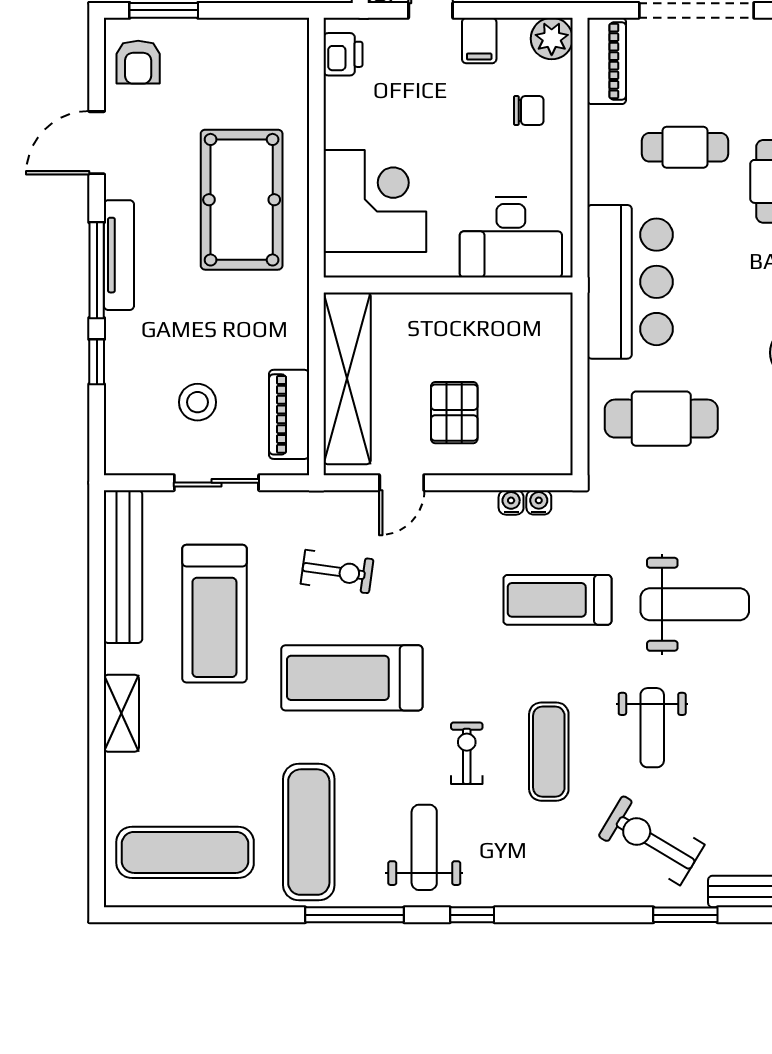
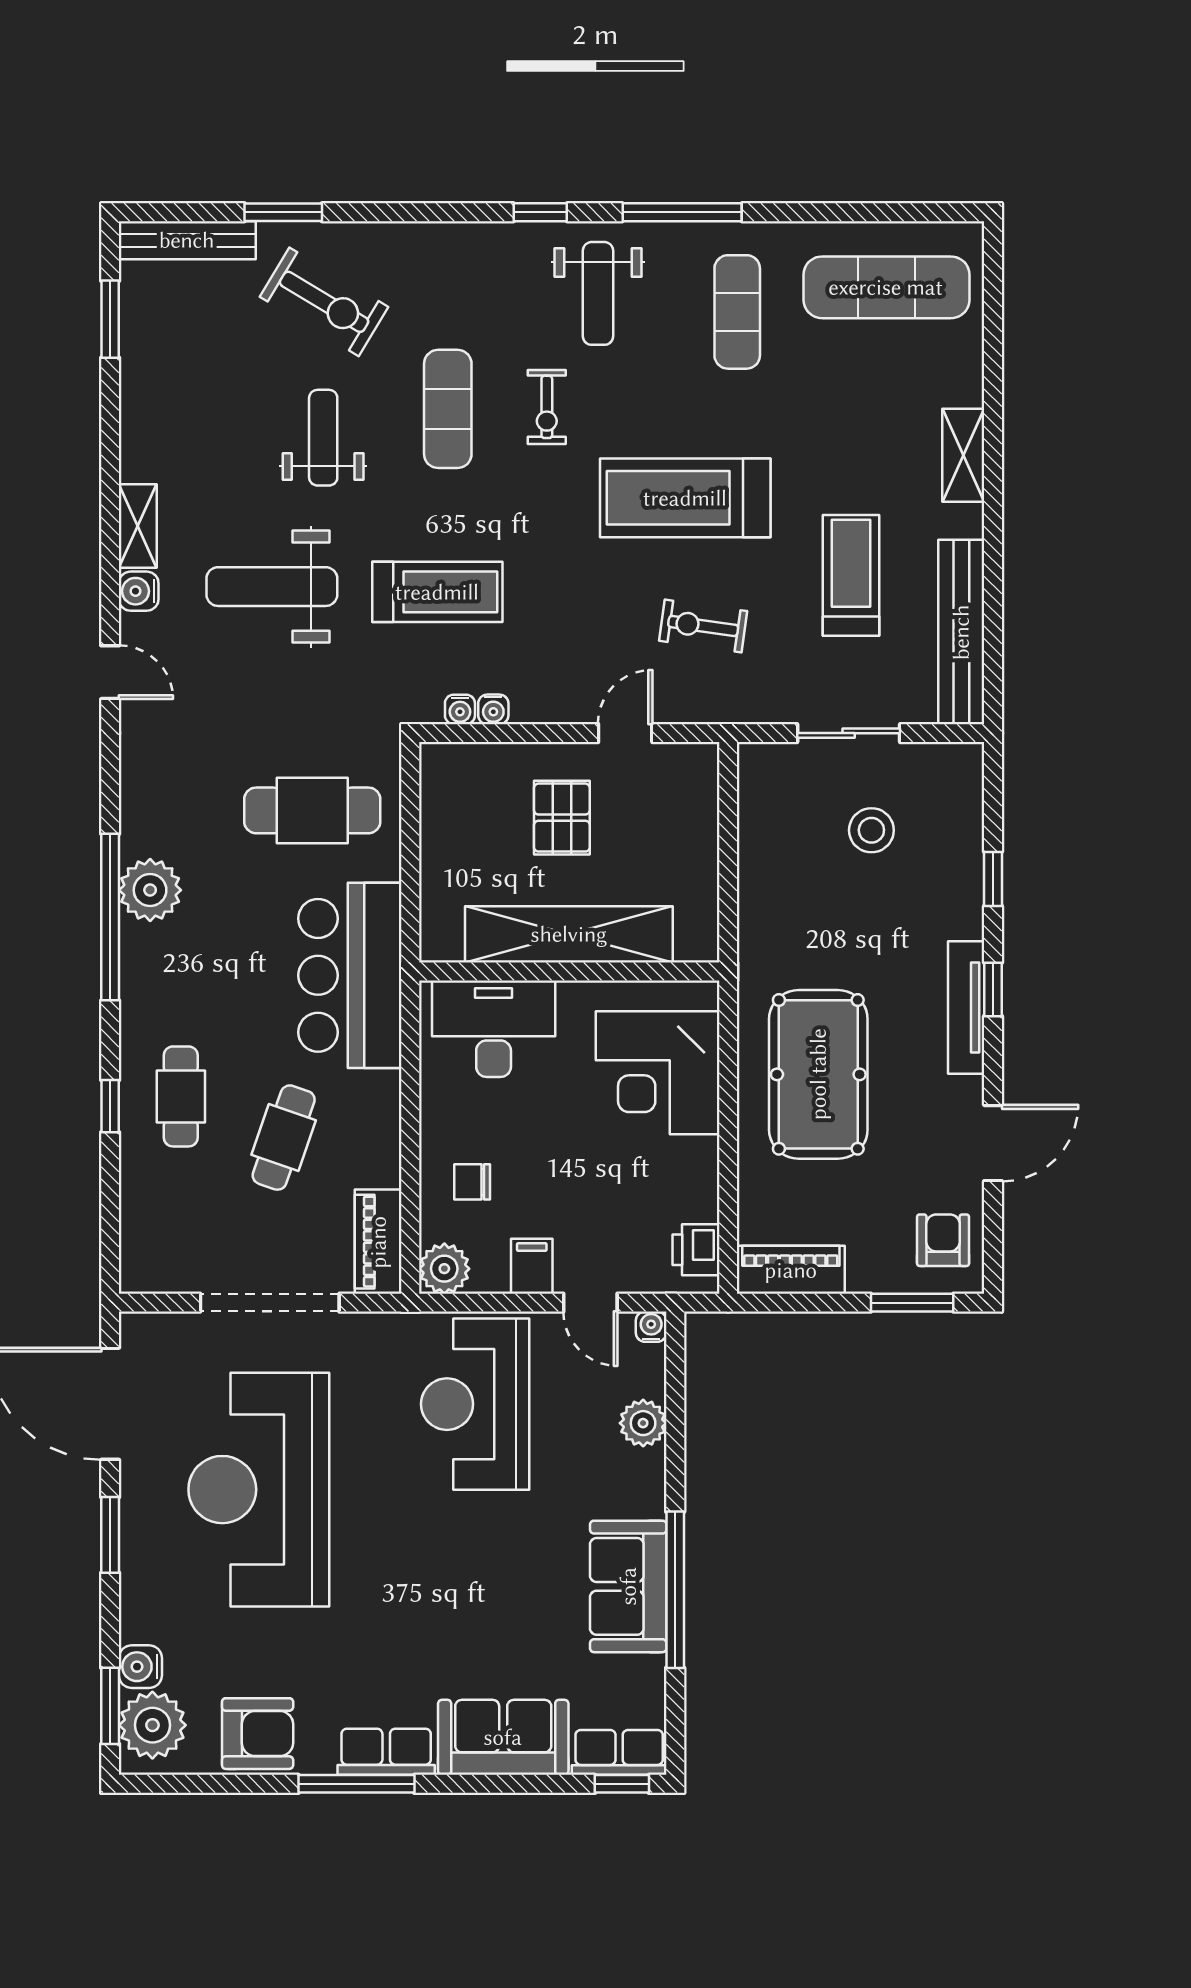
cafe table: (685, 147) -> (284, 1138), turned -71
window: (97, 270) -> (993, 989), width x0.46
shelving: (347, 378) -> (569, 934), moved, turned 90
piano: (289, 414) -> (791, 1270), moved, turned -90
treadmill: (214, 614) -> (851, 575), width x0.73, depth x0.73
treadmill: (352, 678) -> (685, 498), turned 180
exercise mat: (309, 832) -> (737, 312), width x0.73, depth x0.69

